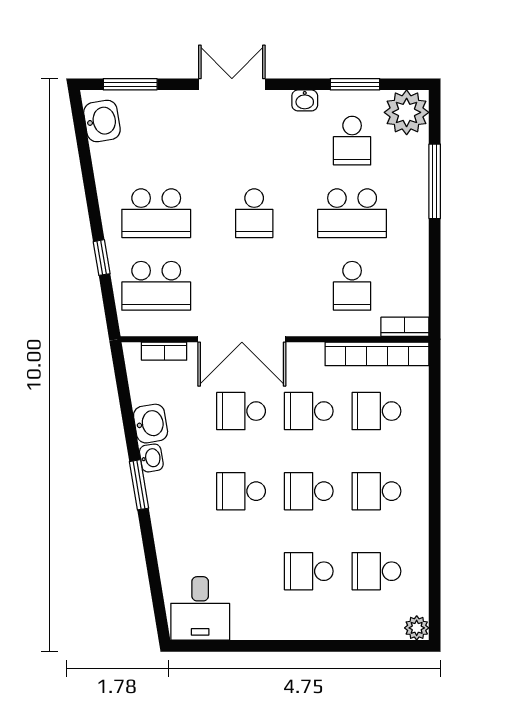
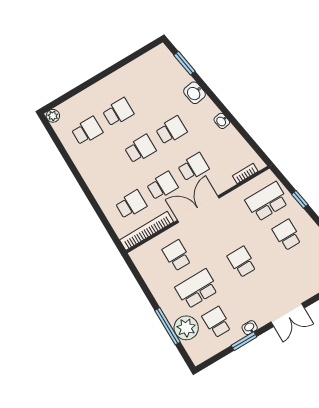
window: (355, 84) -> (244, 341), moved
plant: (407, 112) -> (186, 328), moved
school desk: (156, 213) -> (287, 235), width x0.54
bookcase: (405, 327) -> (141, 251), removed
double door: (242, 339) -> (198, 209), moved
washbasin: (151, 424) -> (195, 93), moved
window: (139, 485) -> (184, 63), moved
school desk: (376, 491) -> (109, 168), removed
desk: (200, 608) -> (158, 65), removed

